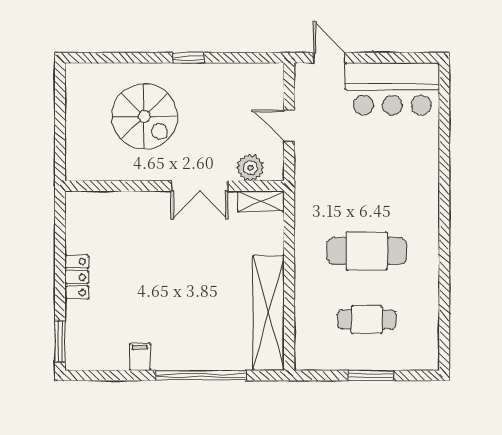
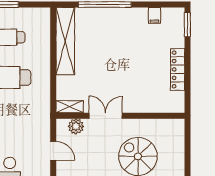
locker: (77, 277) -> (178, 69), width x1.53
filing cabinet: (140, 357) -> (154, 15), moved

